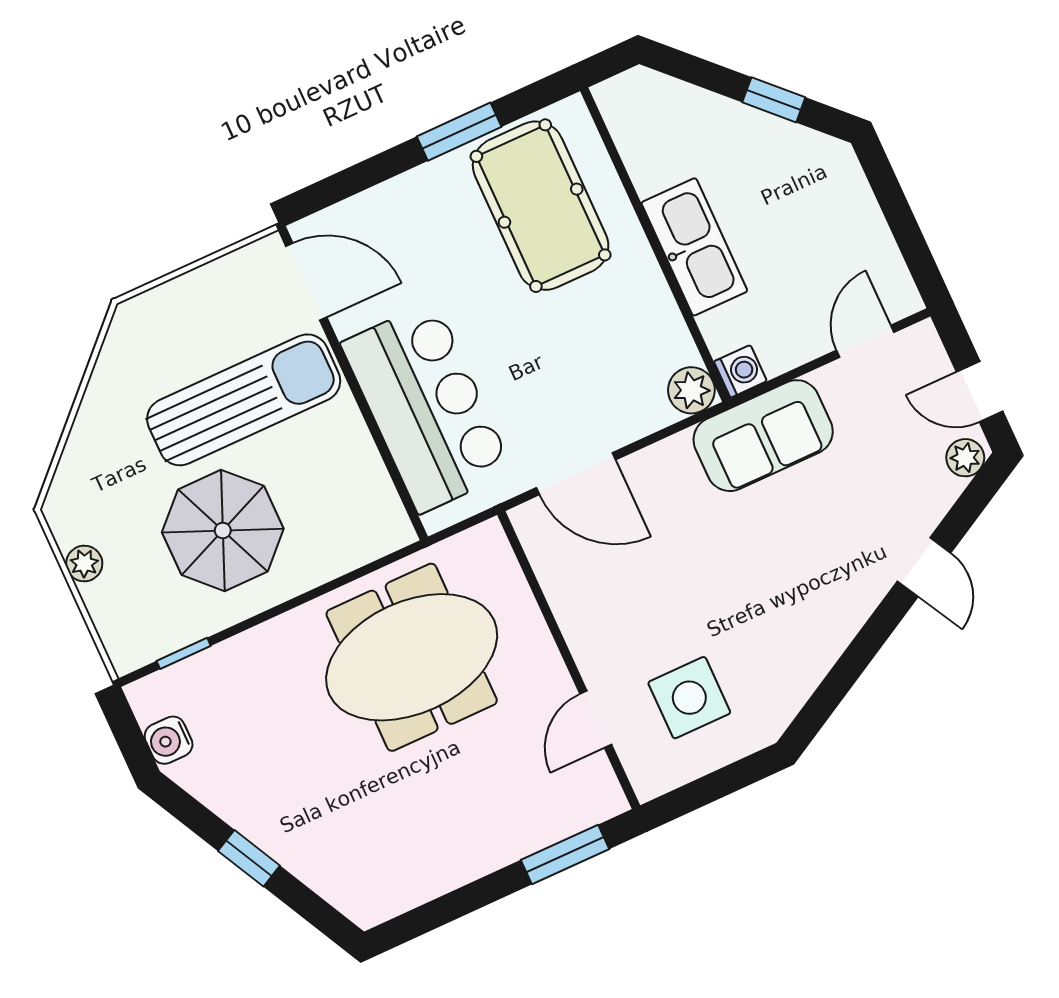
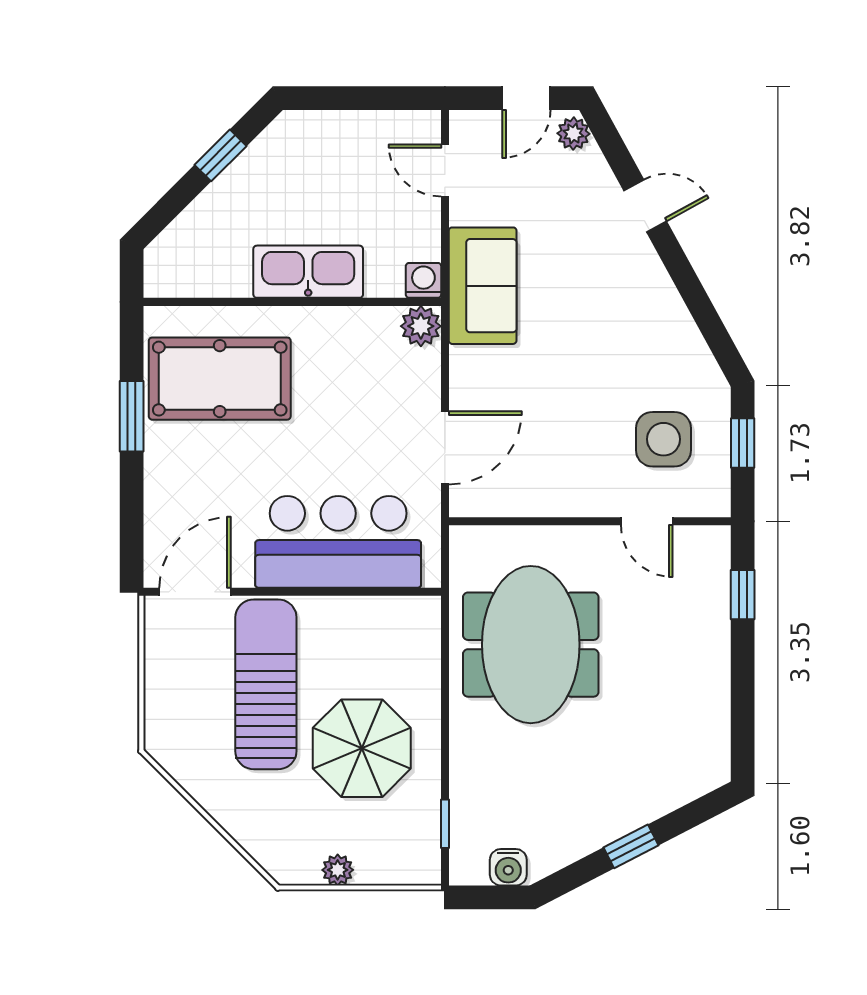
window: (723, 782) -> (743, 443), added
window: (565, 855) -> (743, 595), width x0.67

